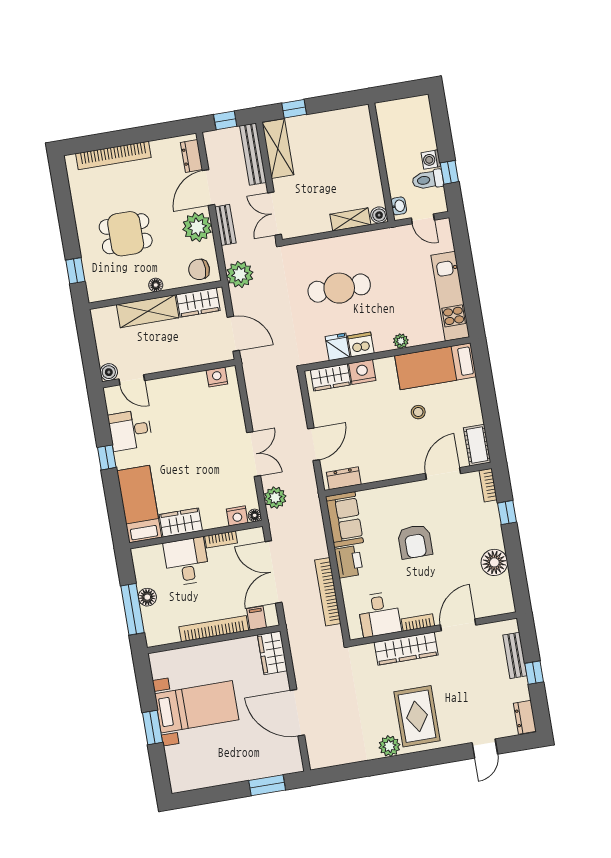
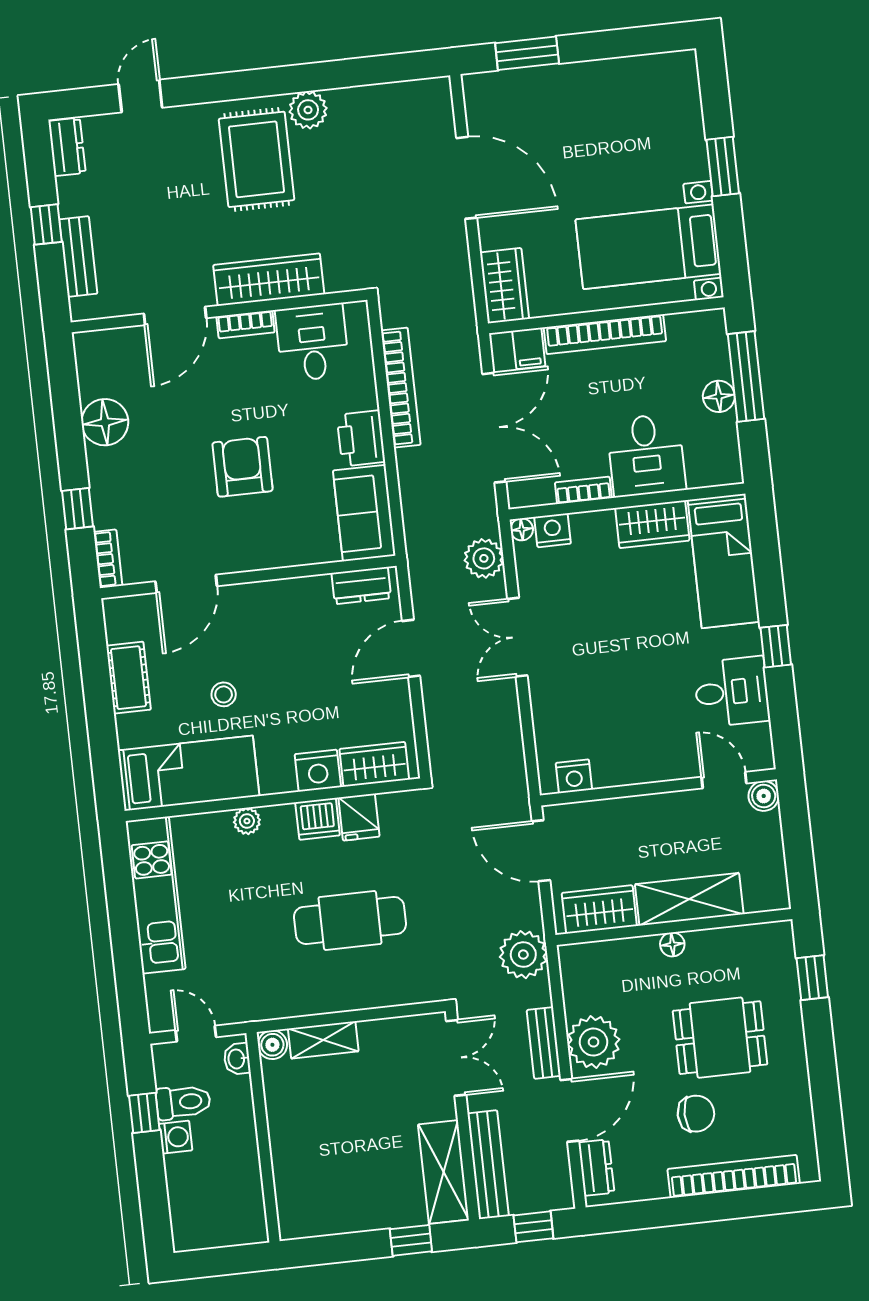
chair: (199, 269) -> (696, 1114), moved
cot: (477, 445) -> (128, 678), moved
bed with nightstands: (197, 707) -> (648, 247), moved

